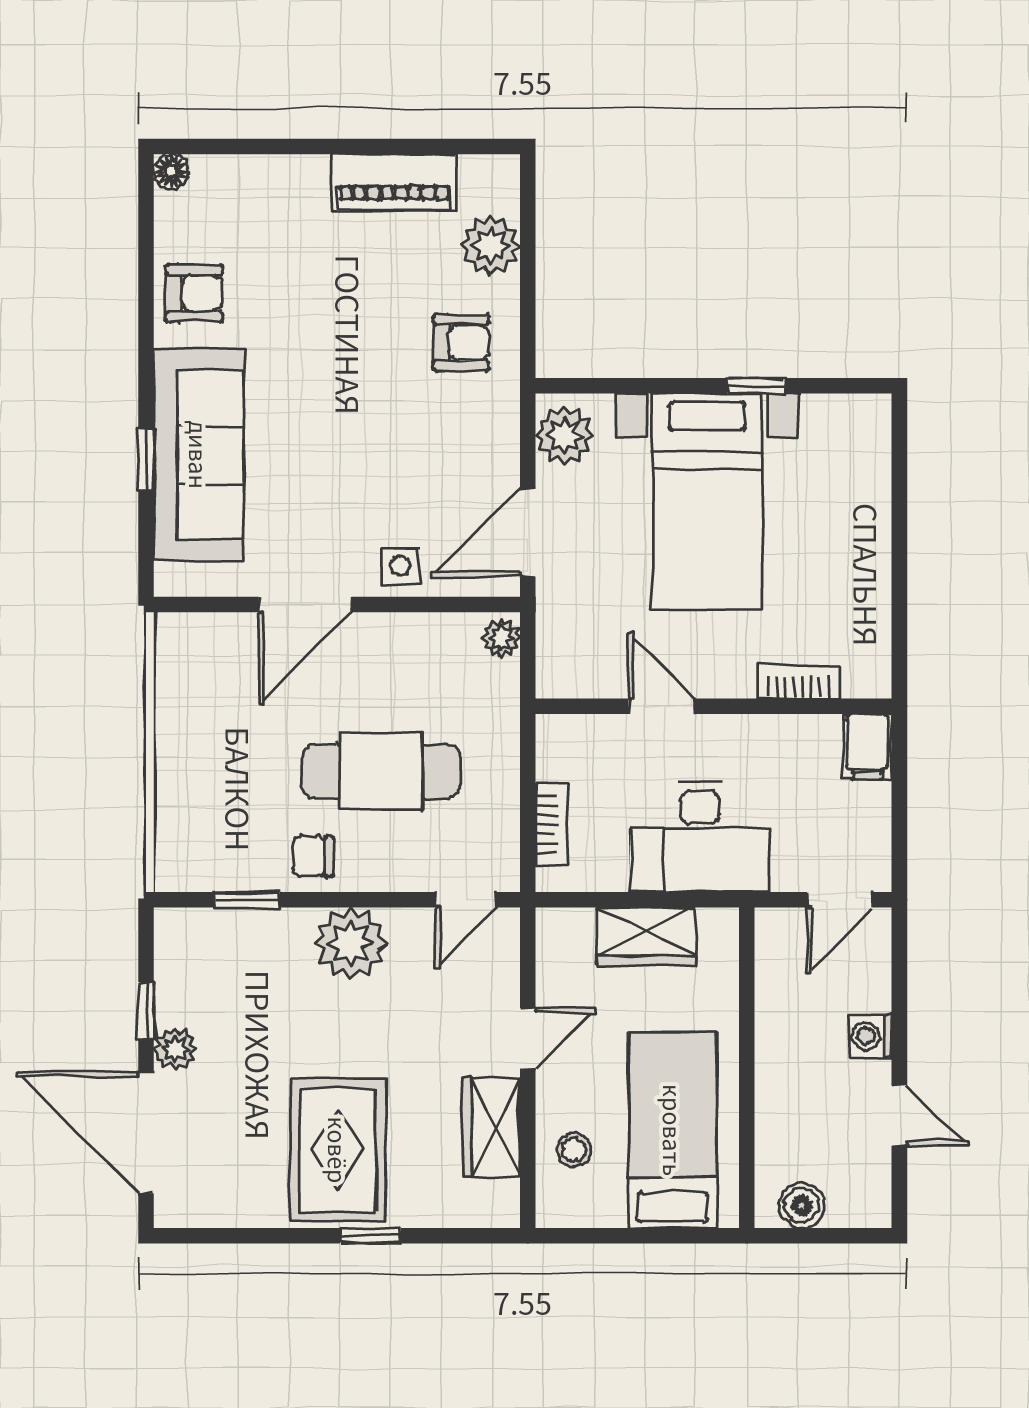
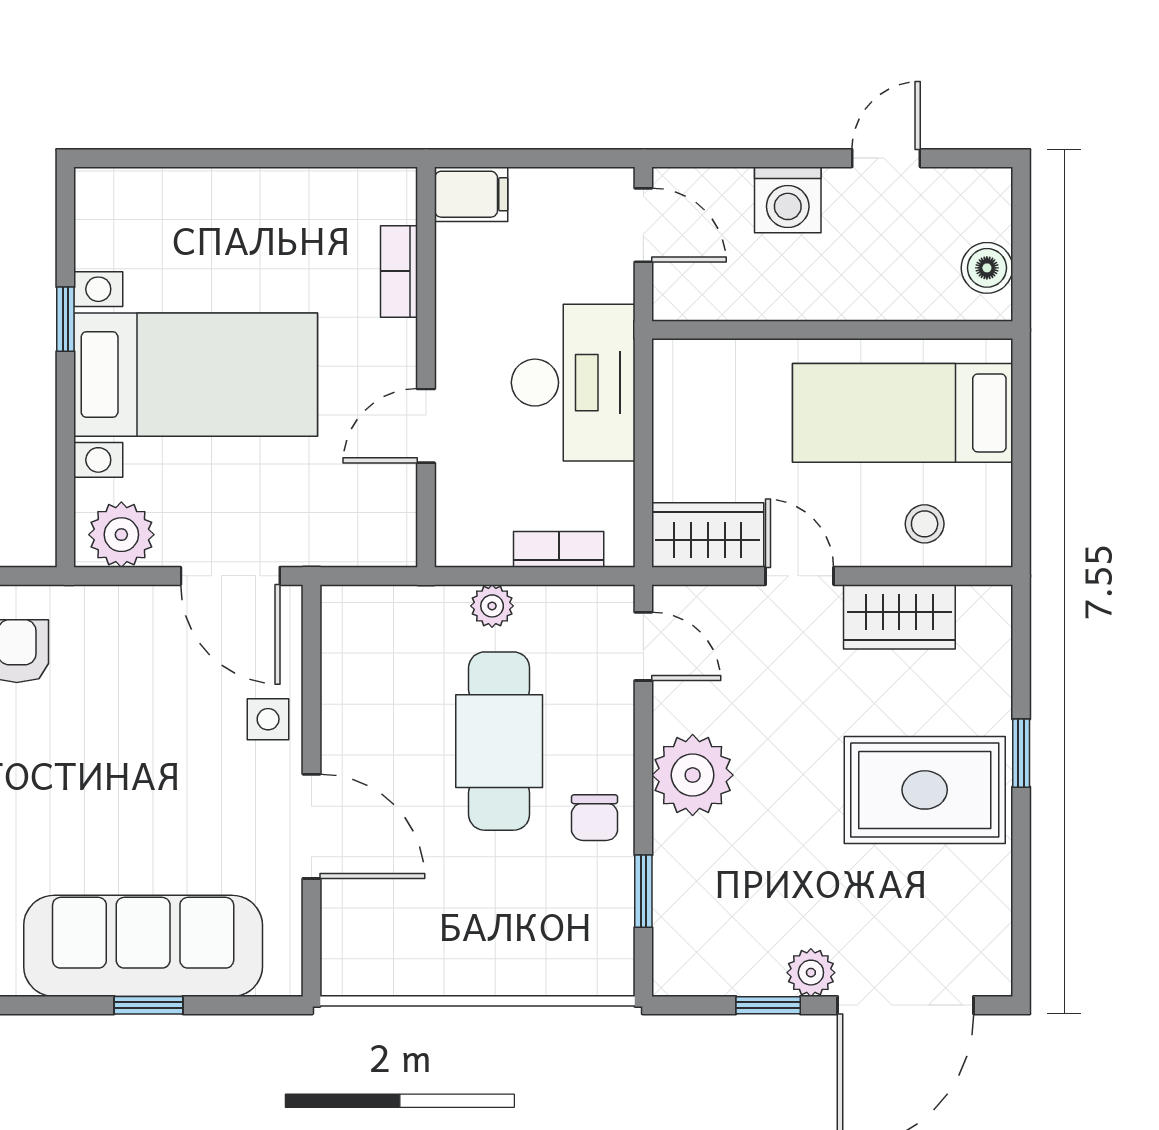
plant: (501, 638) -> (492, 606), moved
wardrobe: (646, 936) -> (708, 535), moved, turned -90
washing machine: (870, 1036) -> (788, 200), width x1.38, depth x1.38

